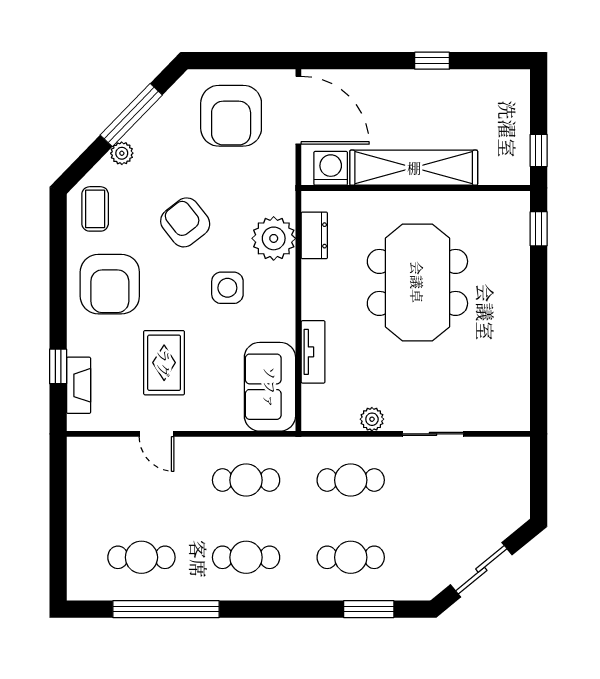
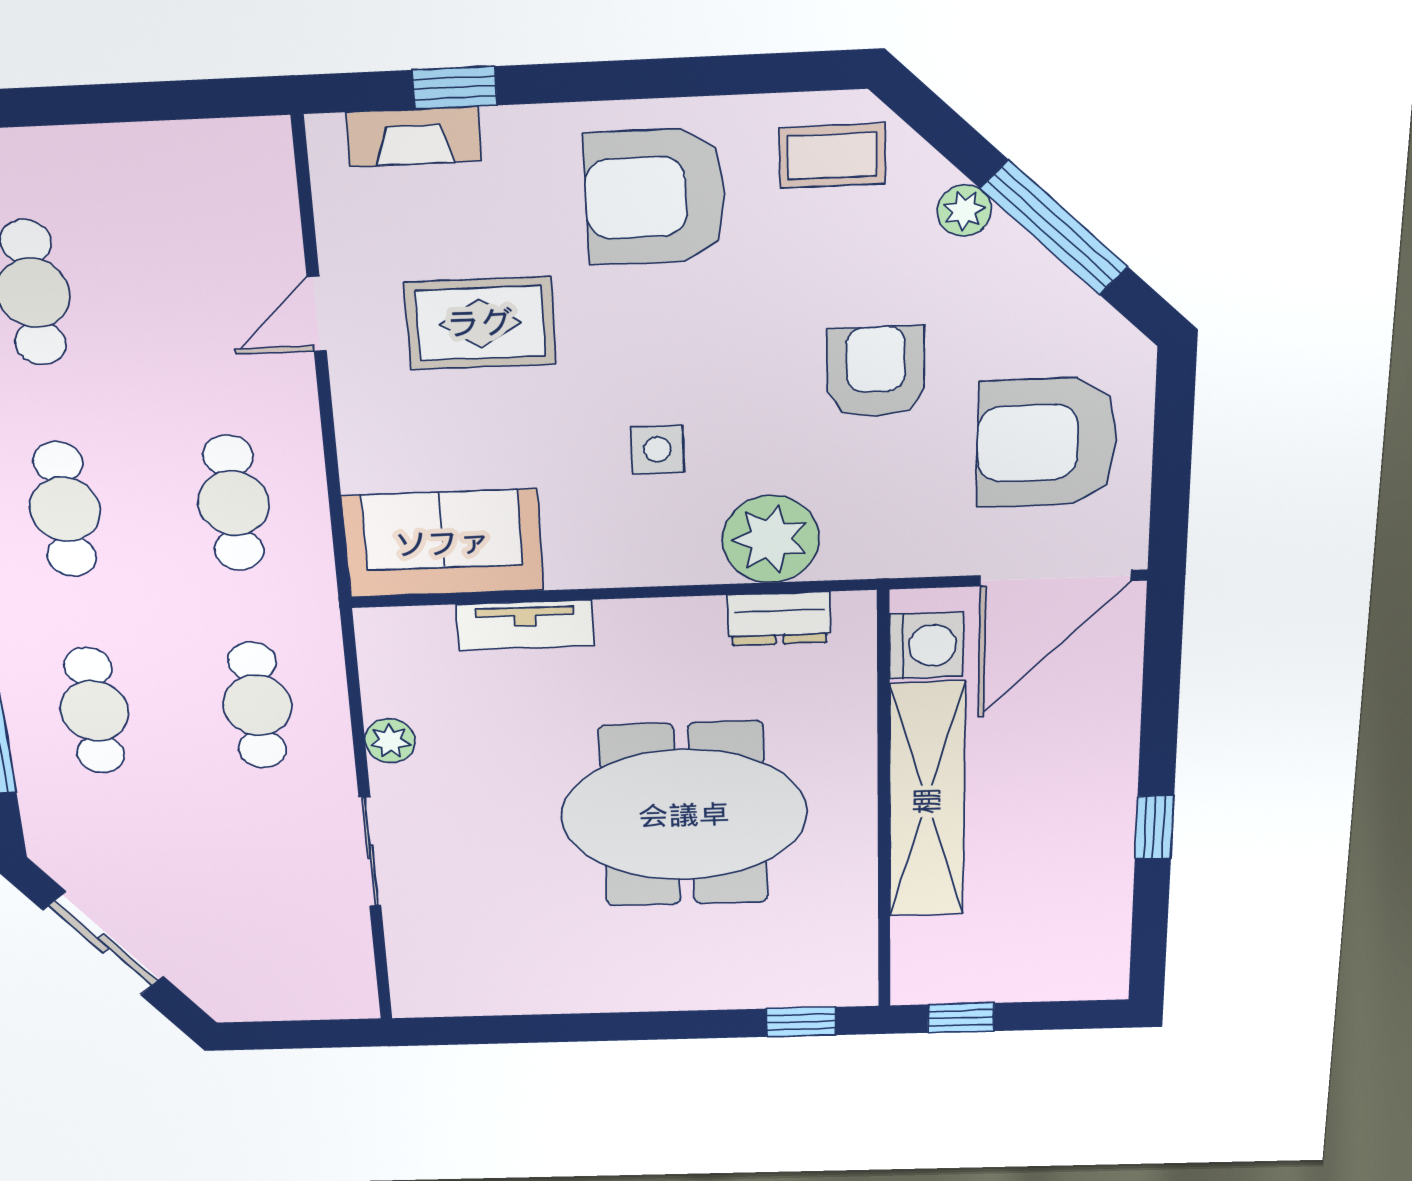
armchair: (185, 222) -> (876, 372), moved, turned -52
side table: (227, 288) -> (657, 450), width x0.73, depth x0.73

